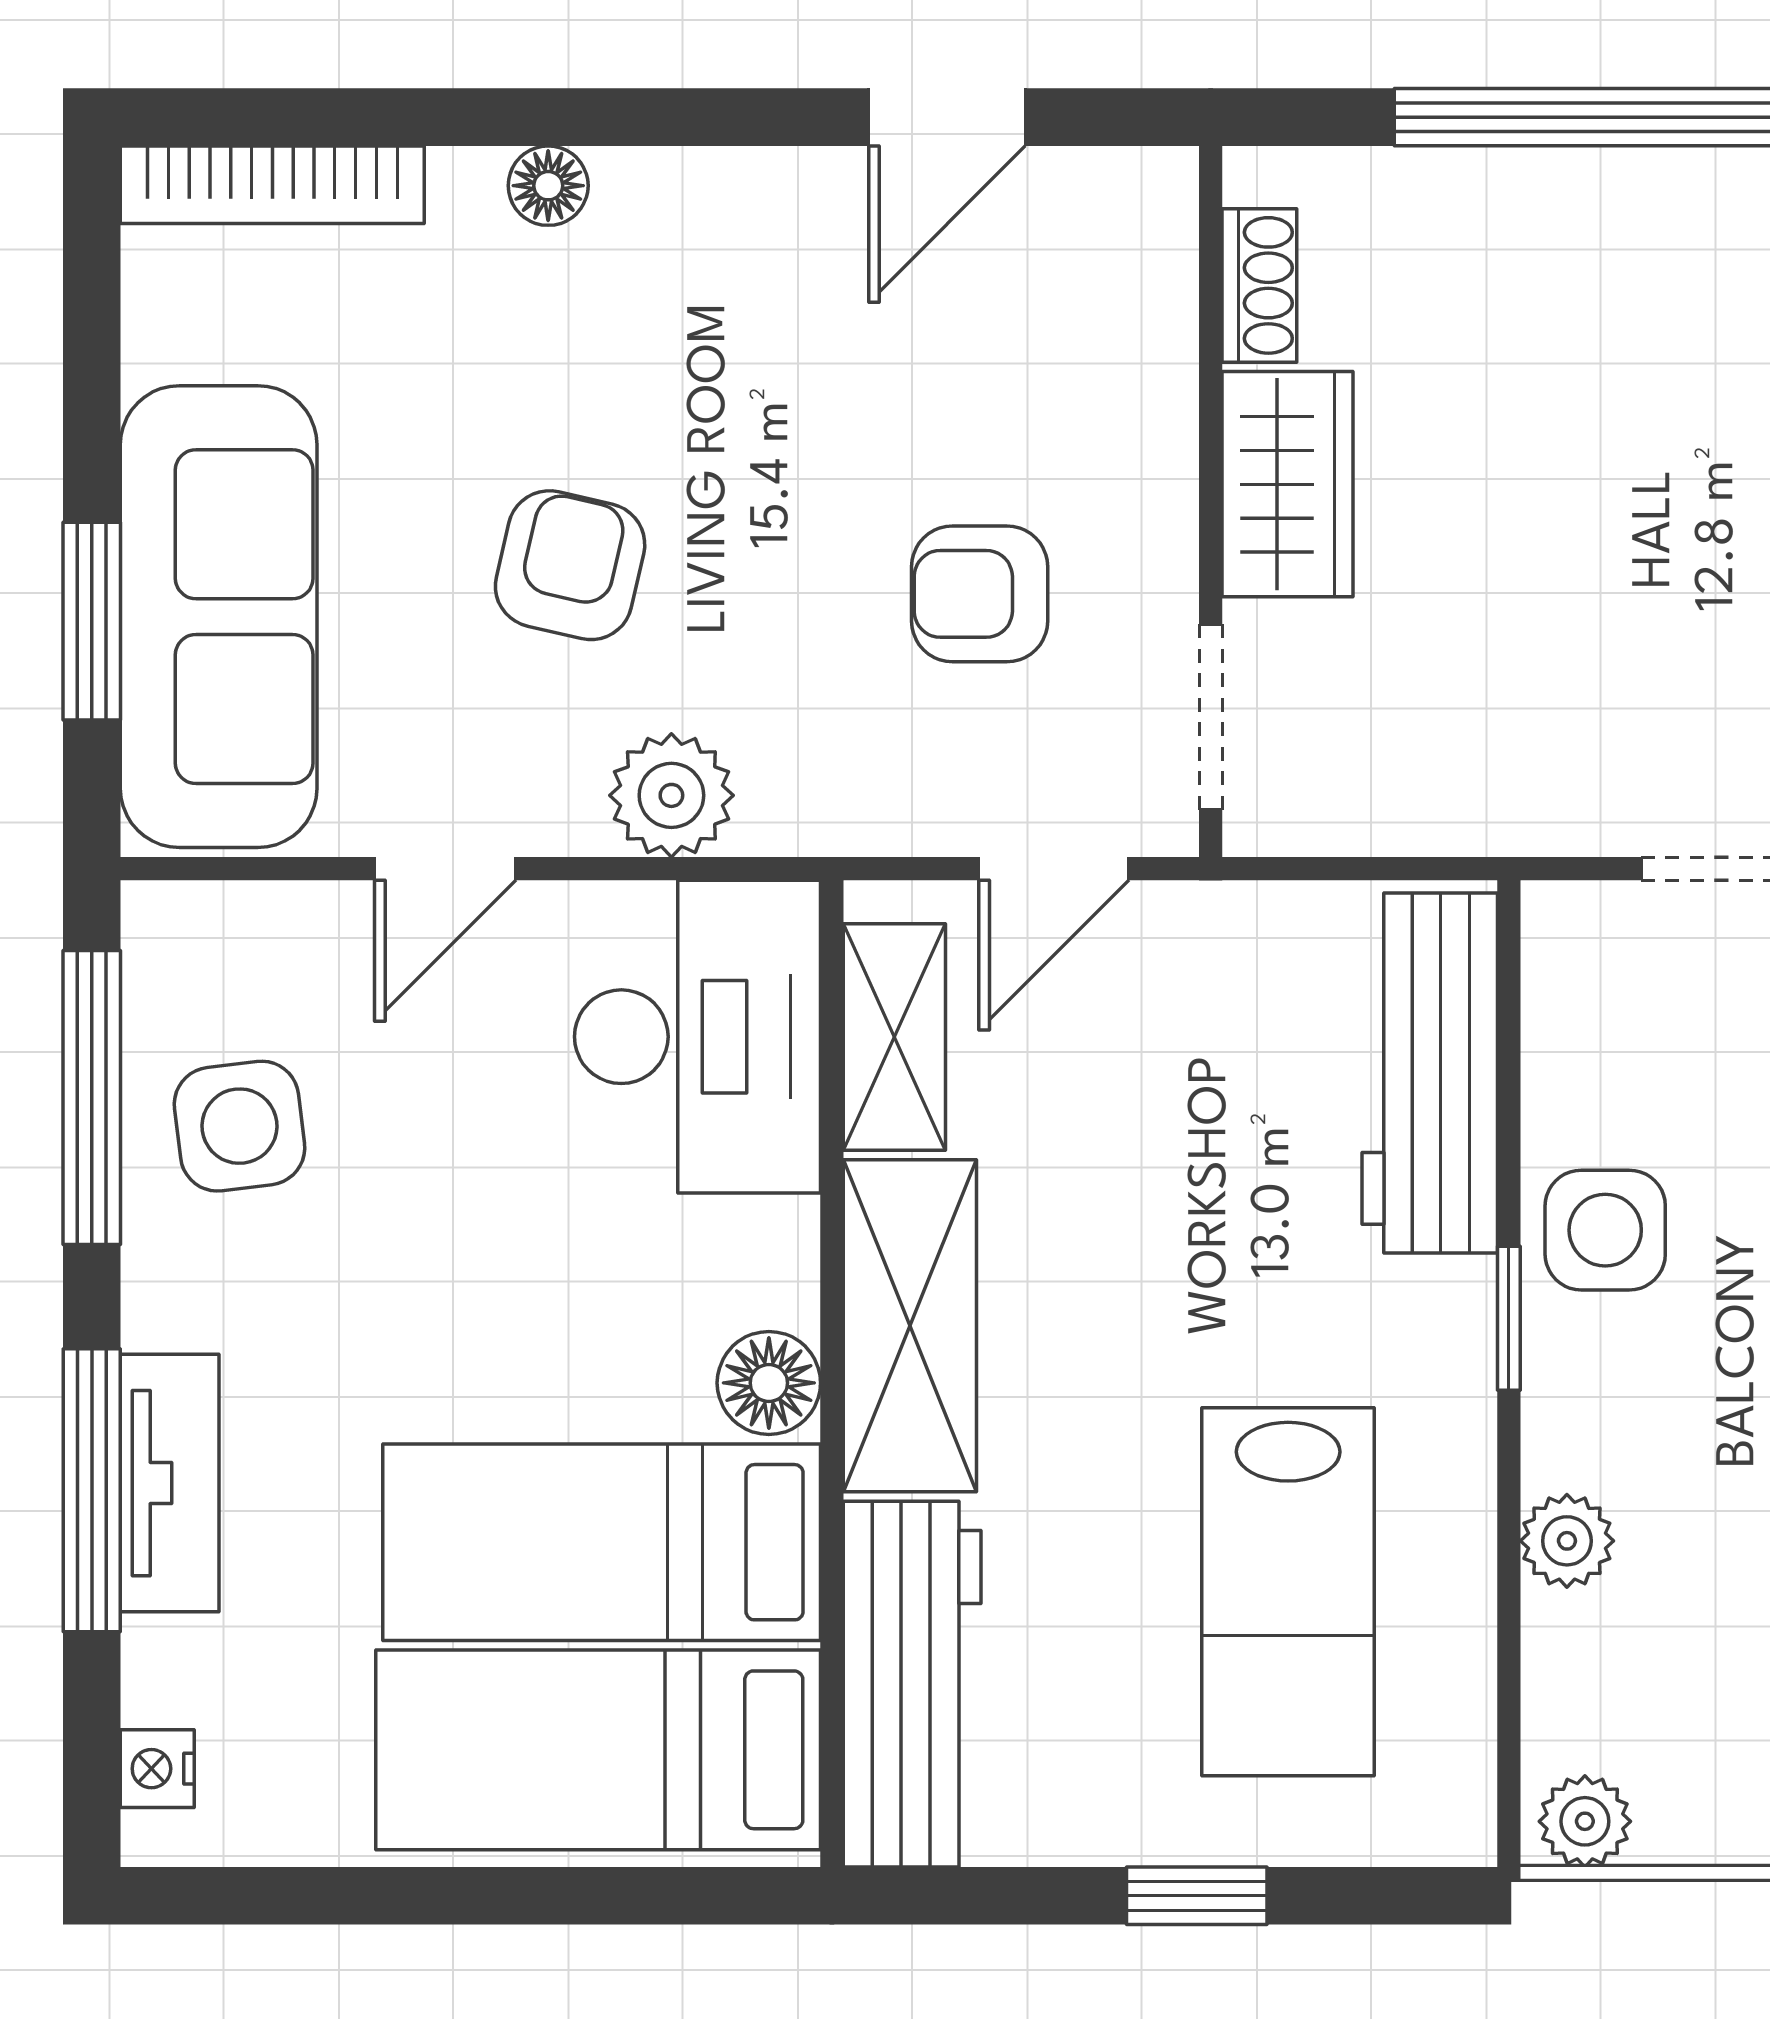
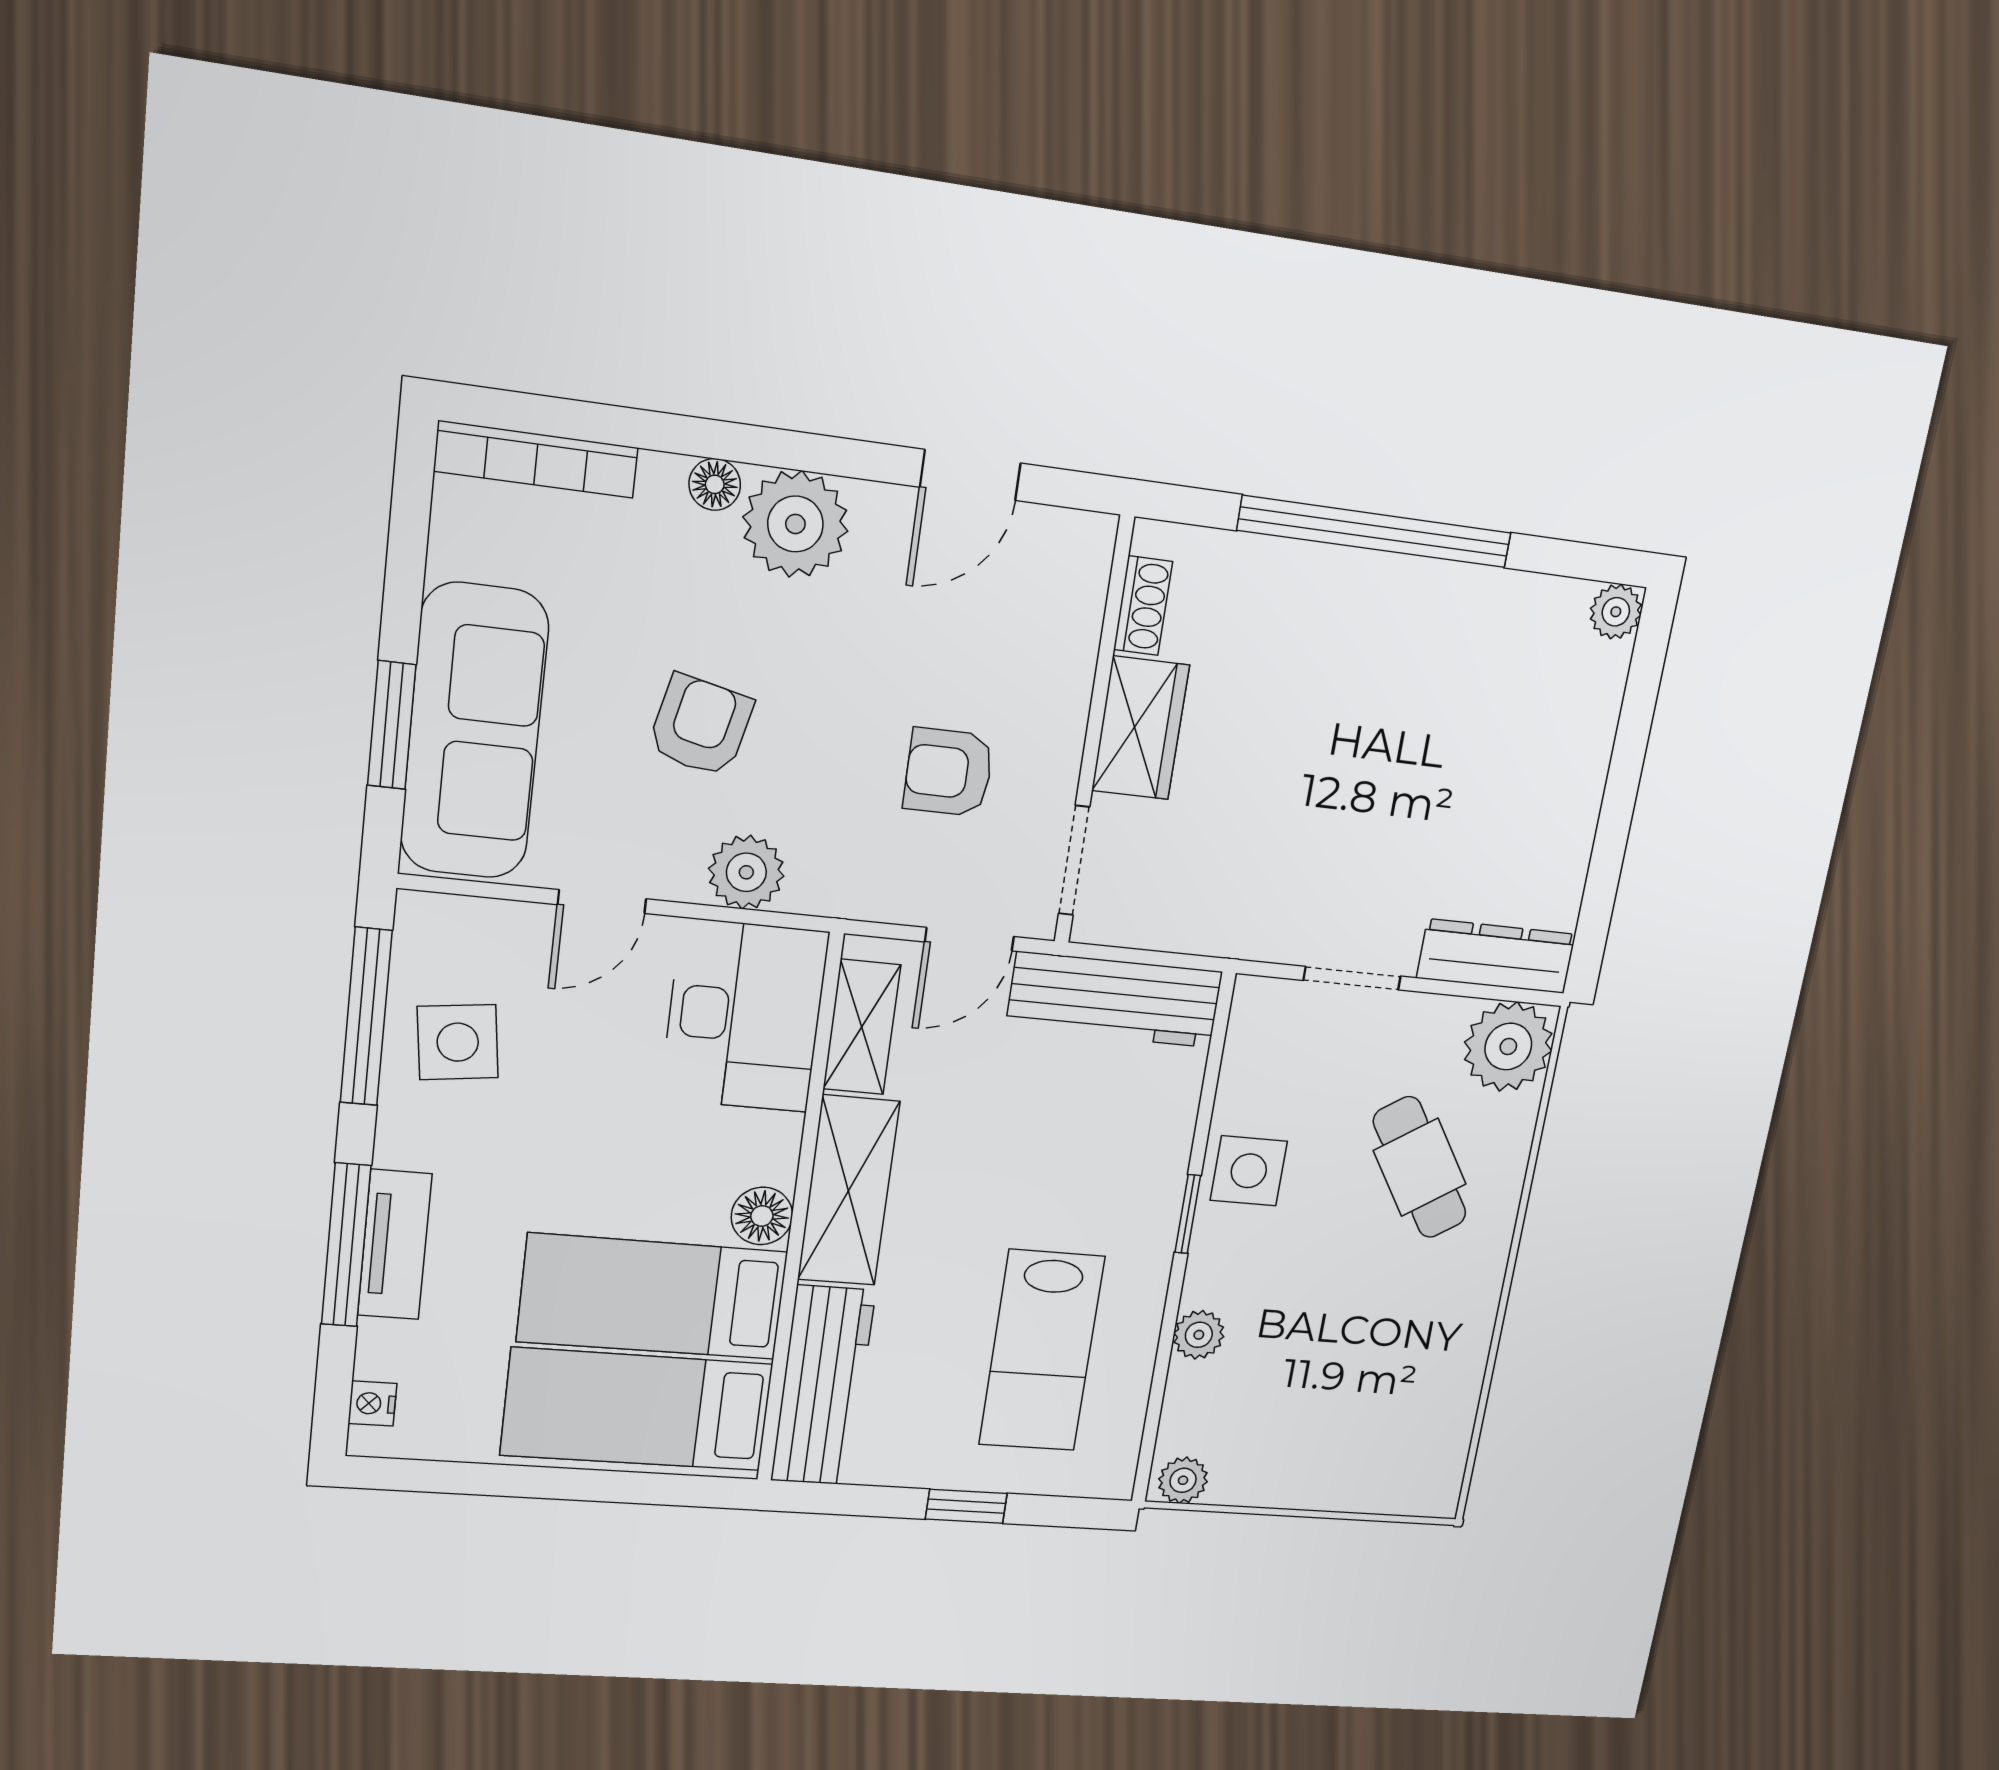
plant: (681, 230) -> (795, 524), added
workbench: (1430, 1073) -> (1114, 1000), moved, turned -90

